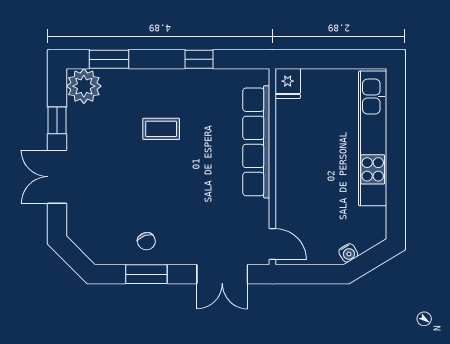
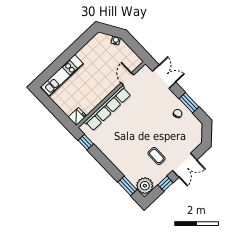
window: (199, 59) -> (86, 142), moved
coffee table: (161, 129) -> (156, 156), moved
kitchen unit: (373, 138) -> (62, 75), width x0.73
door: (272, 244) -> (127, 79), moved

